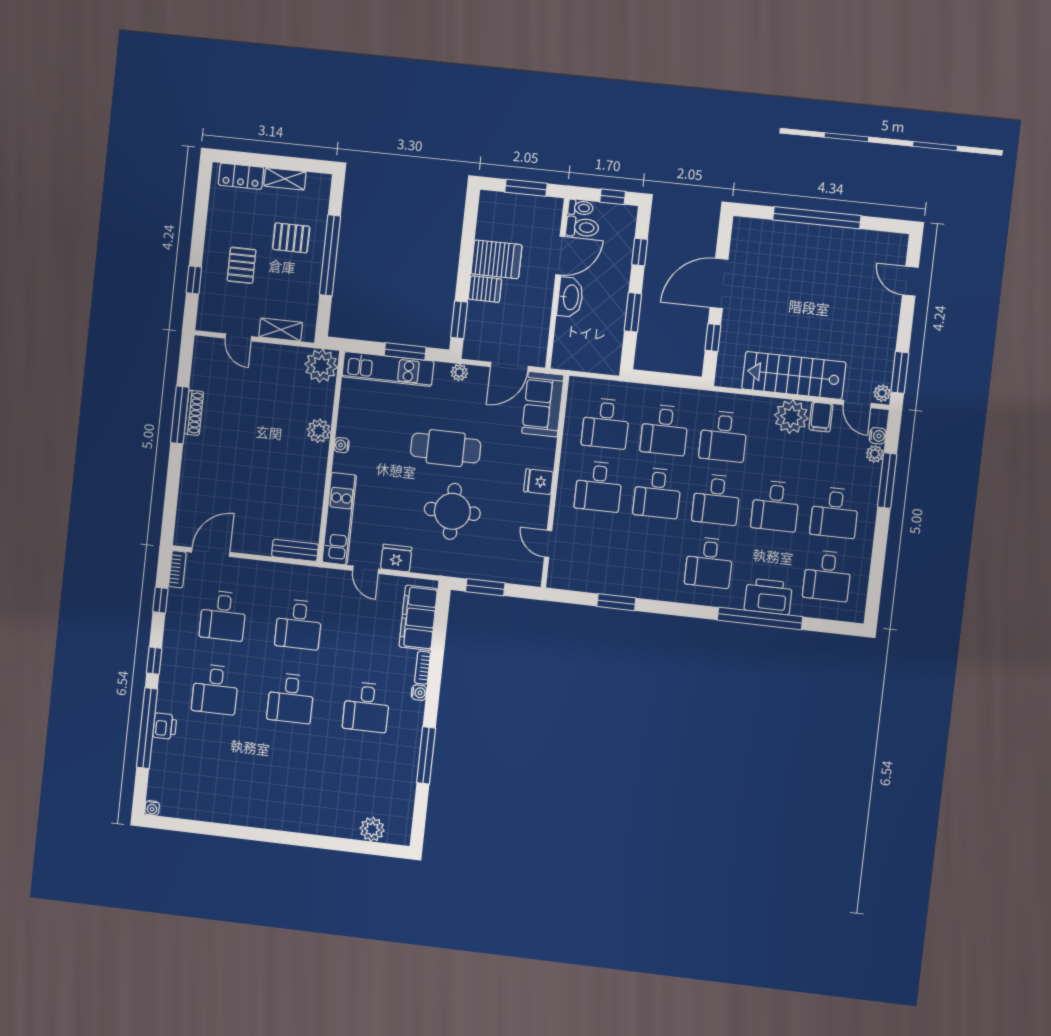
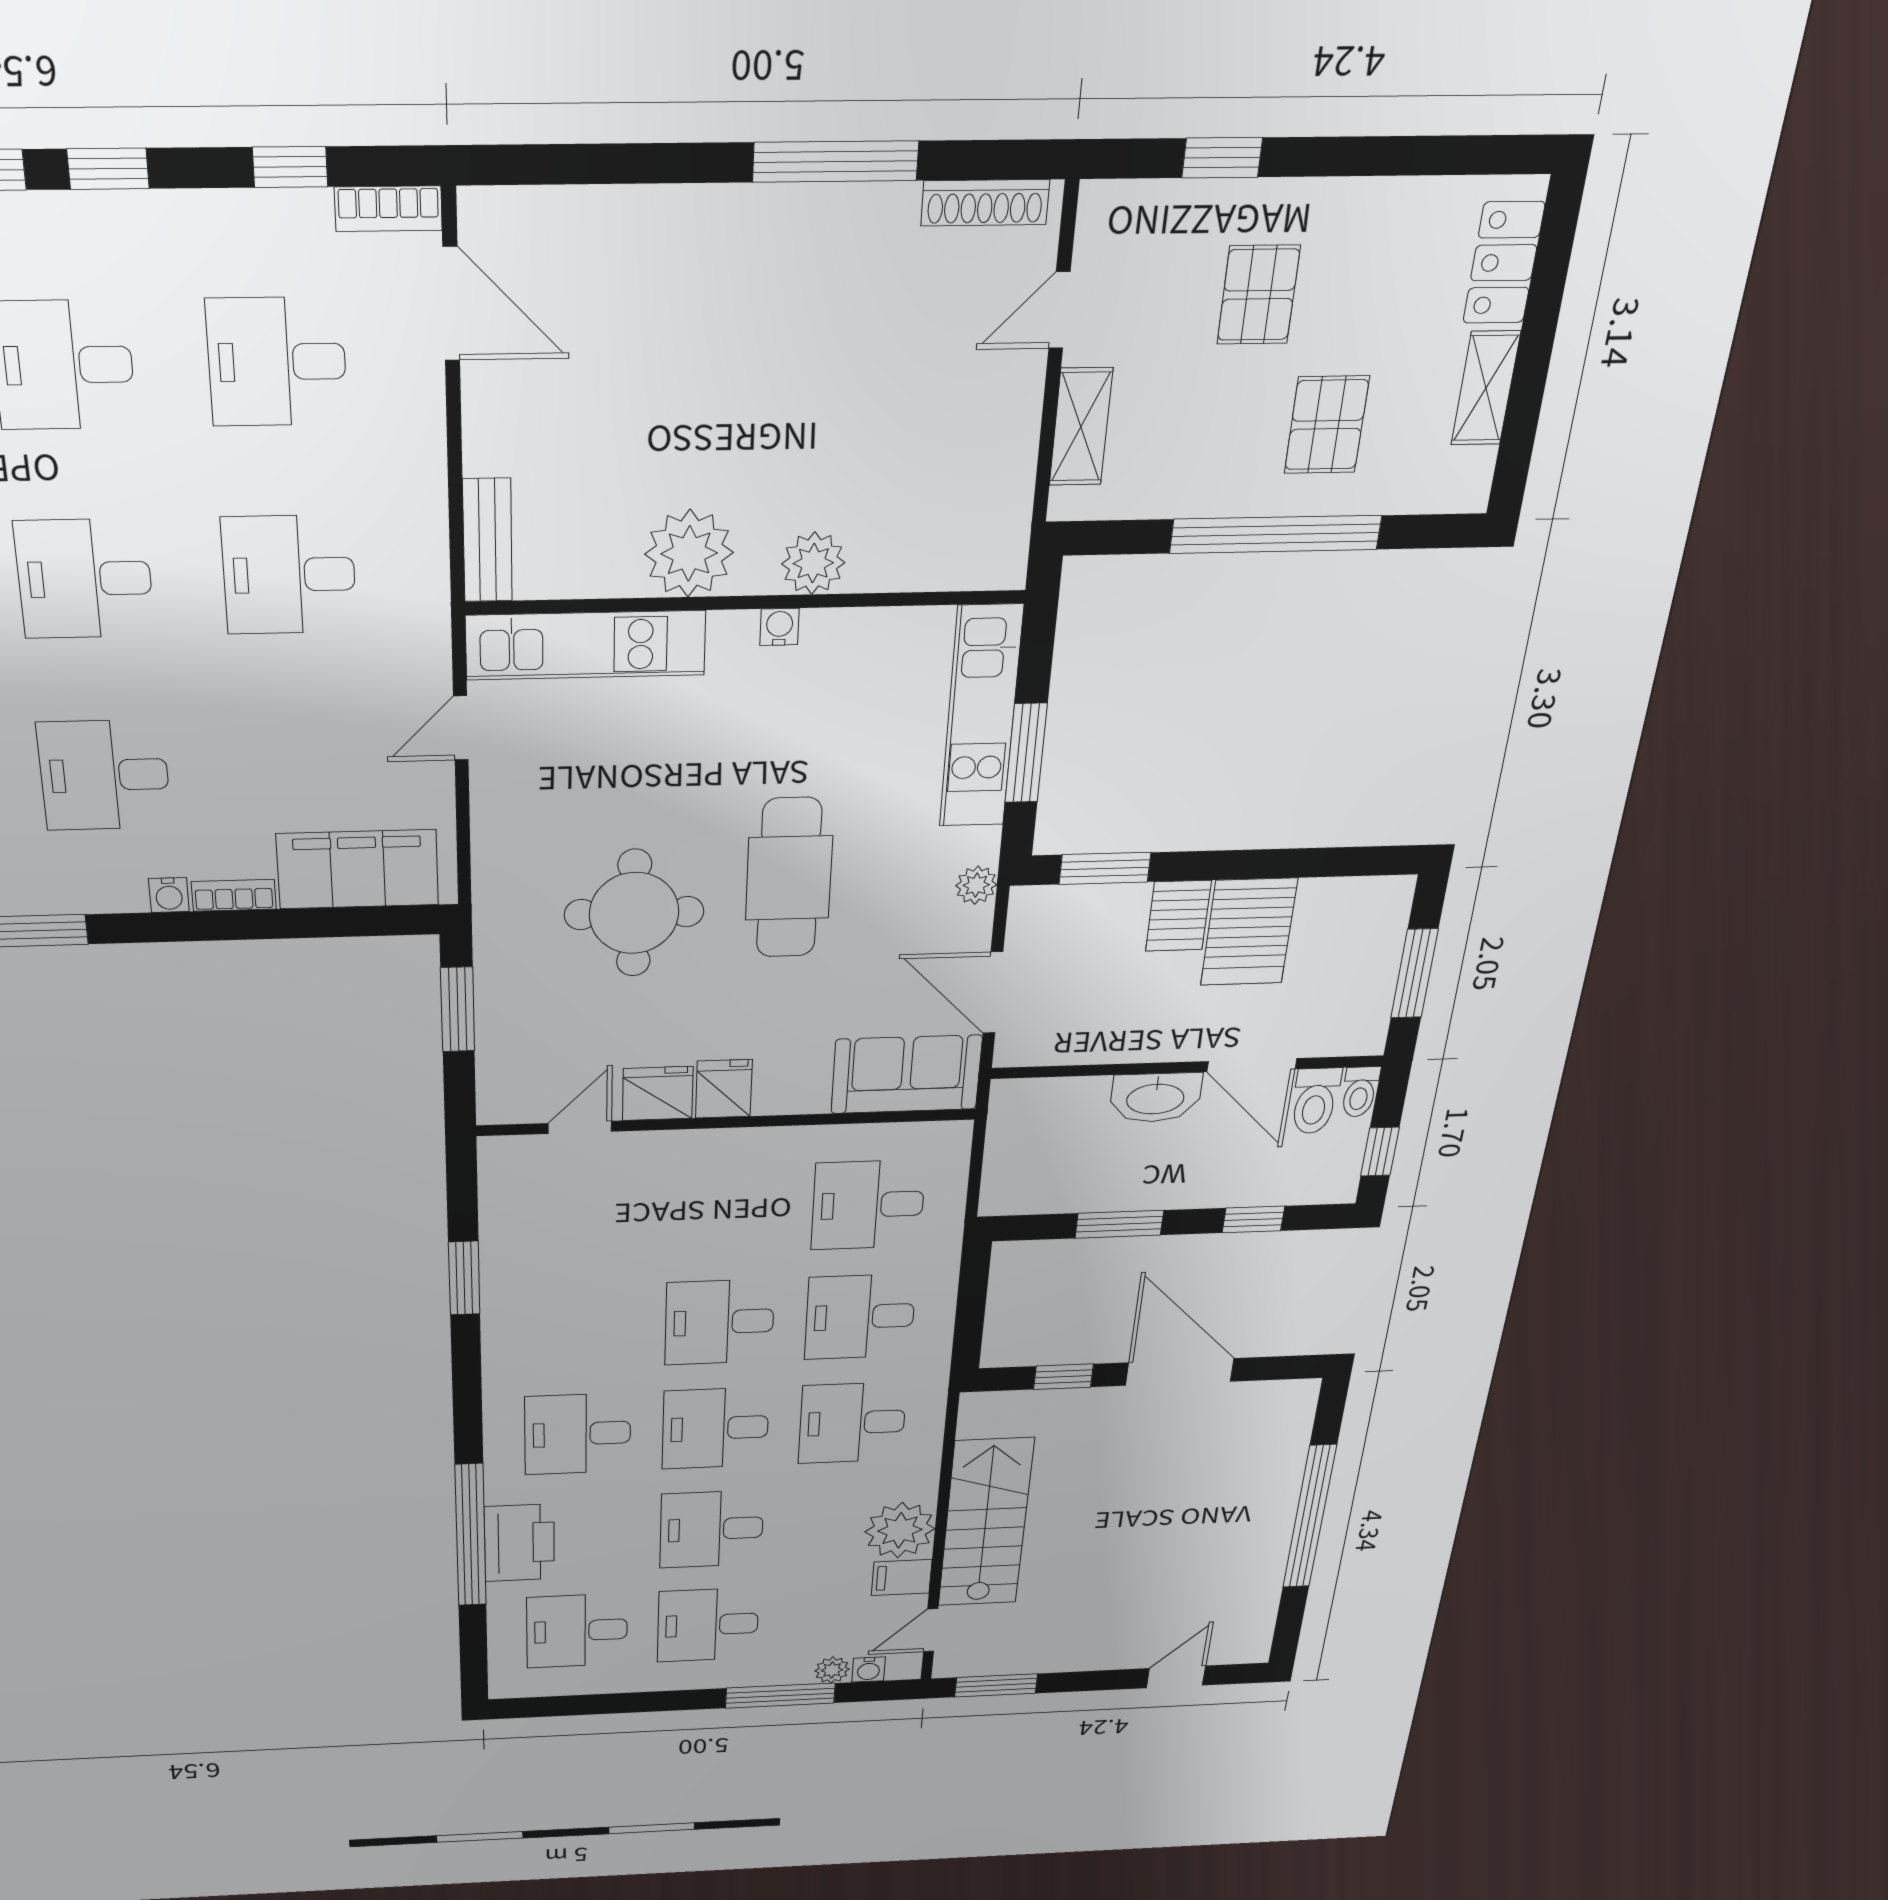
pallet: (242, 265) -> (1259, 295), turned 90
plant: (321, 366) -> (689, 553), moved
plant: (882, 393) -> (954, 1665), removed
shoe rack: (194, 413) -> (985, 203), moved
desk: (599, 486) -> (724, 1210), removed
fridge: (396, 558) -> (658, 1093), moved, turned -90

